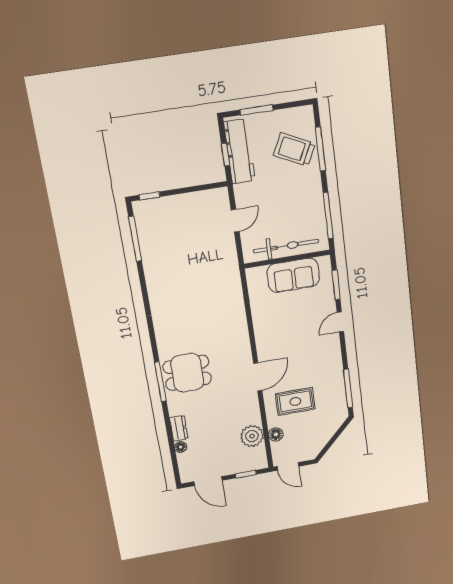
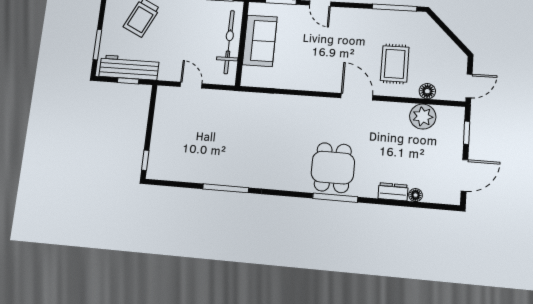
window: (135, 239) -> (226, 188), moved

